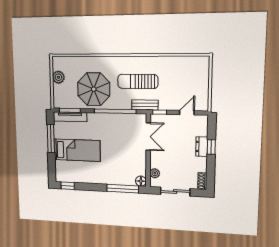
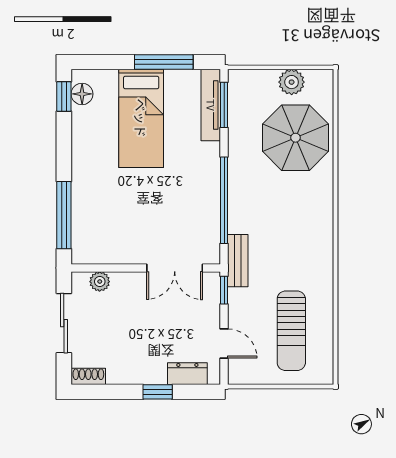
sun lounger: (138, 81) -> (291, 331), moved, turned 180
parasol: (94, 89) -> (296, 138), moved
dresser: (202, 147) -> (187, 374), moved
floor lamp: (141, 181) -> (82, 94), moved

